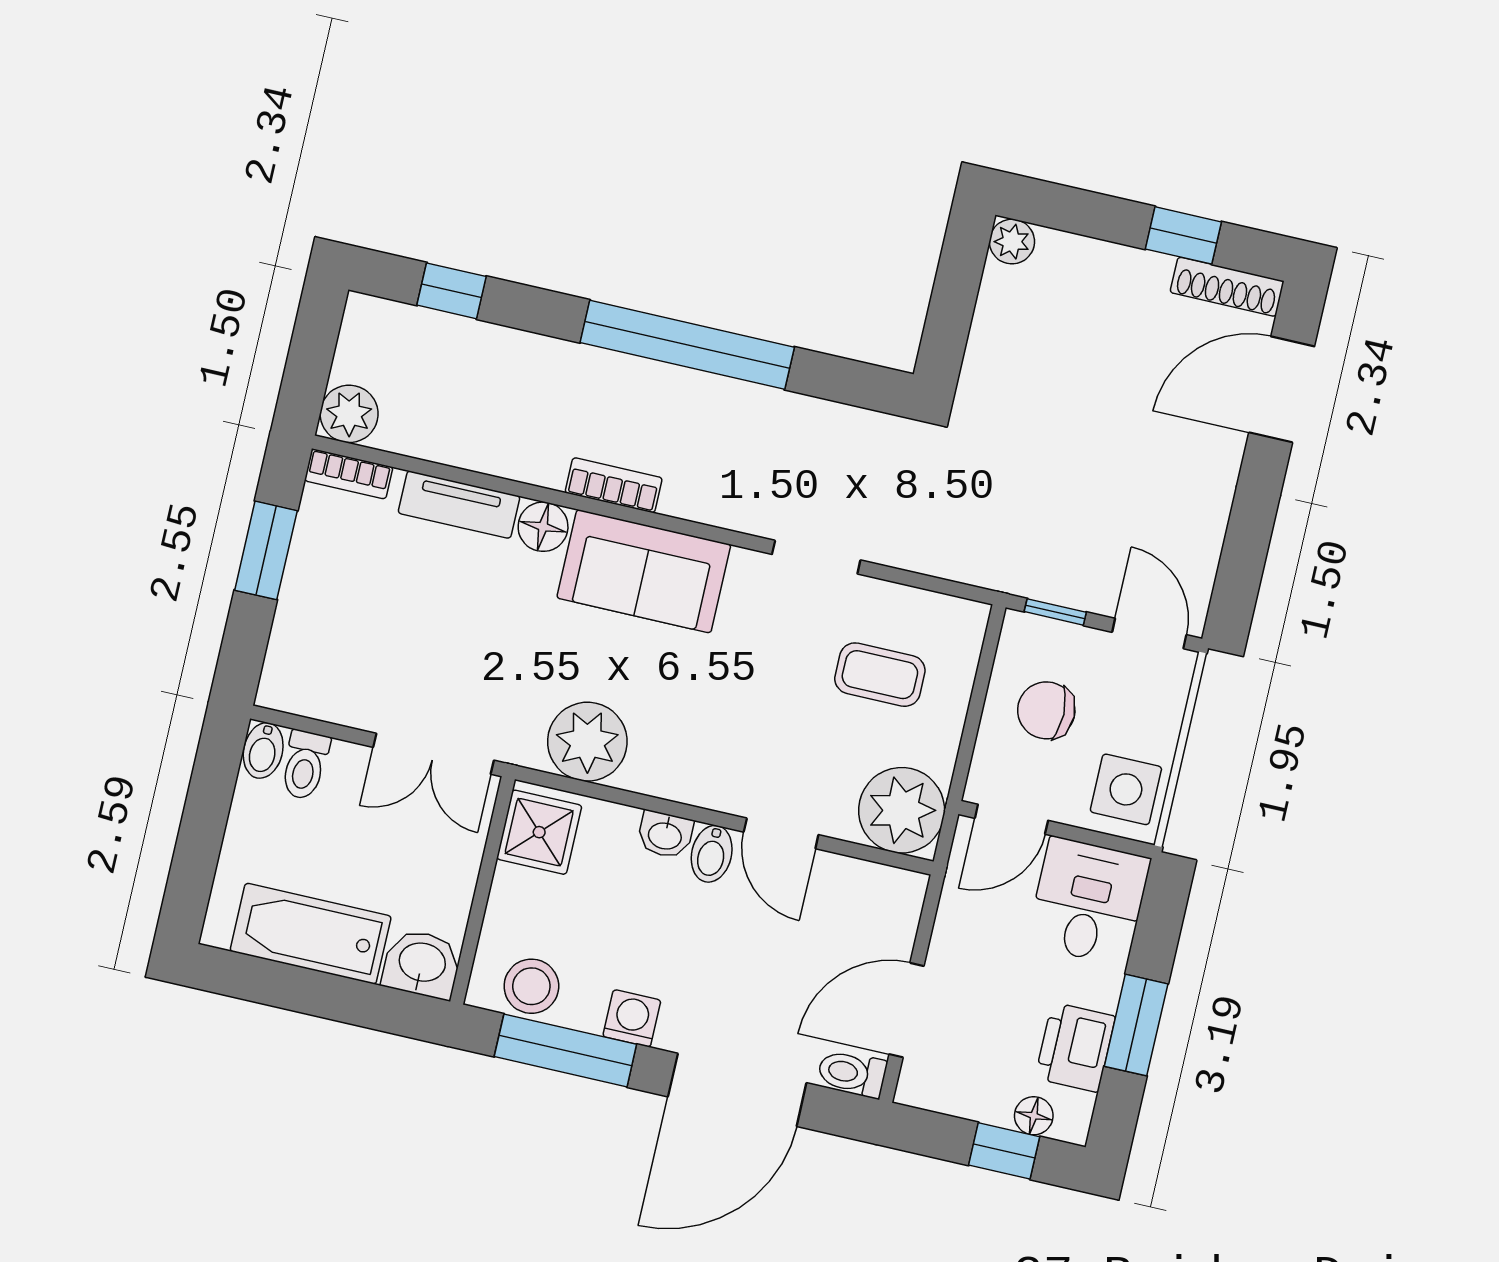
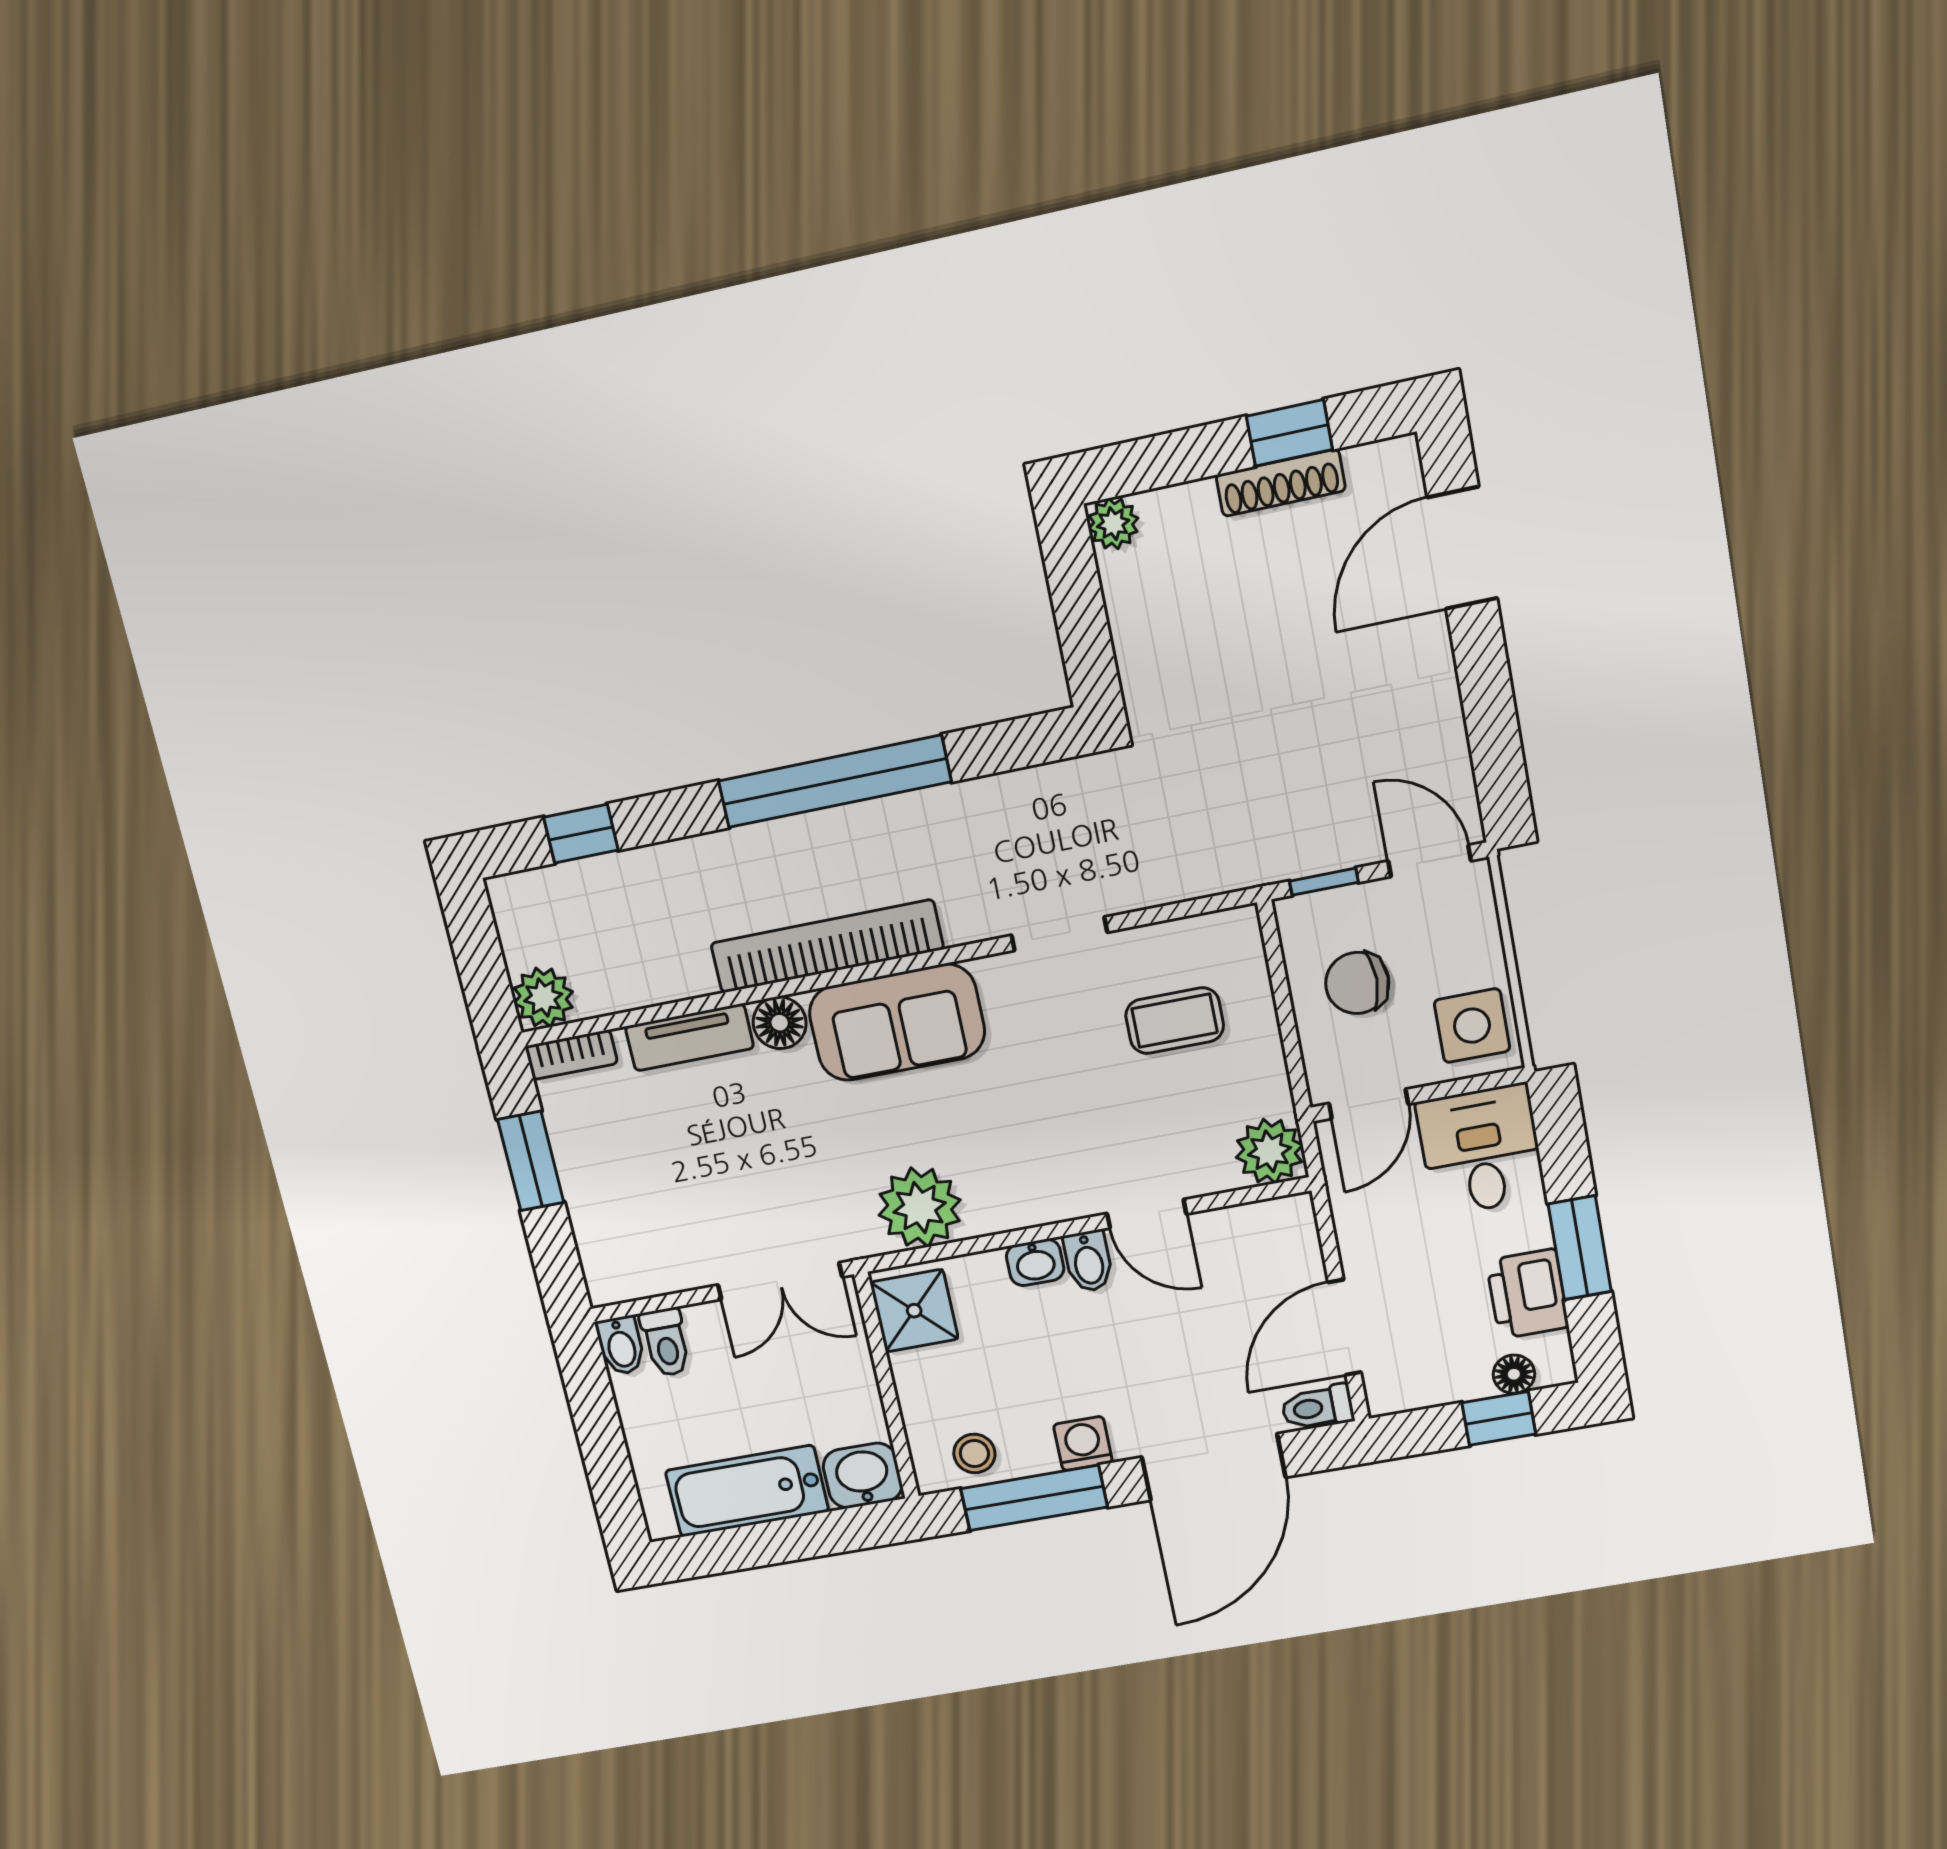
shoe rack: (1227, 287) -> (1281, 483), moved
bookcase: (614, 485) -> (827, 946), width x2.31, depth x1.31
plant: (902, 810) -> (1269, 1151), width x0.73, depth x0.73
stool: (531, 986) -> (974, 1453), width x0.73, depth x0.73

